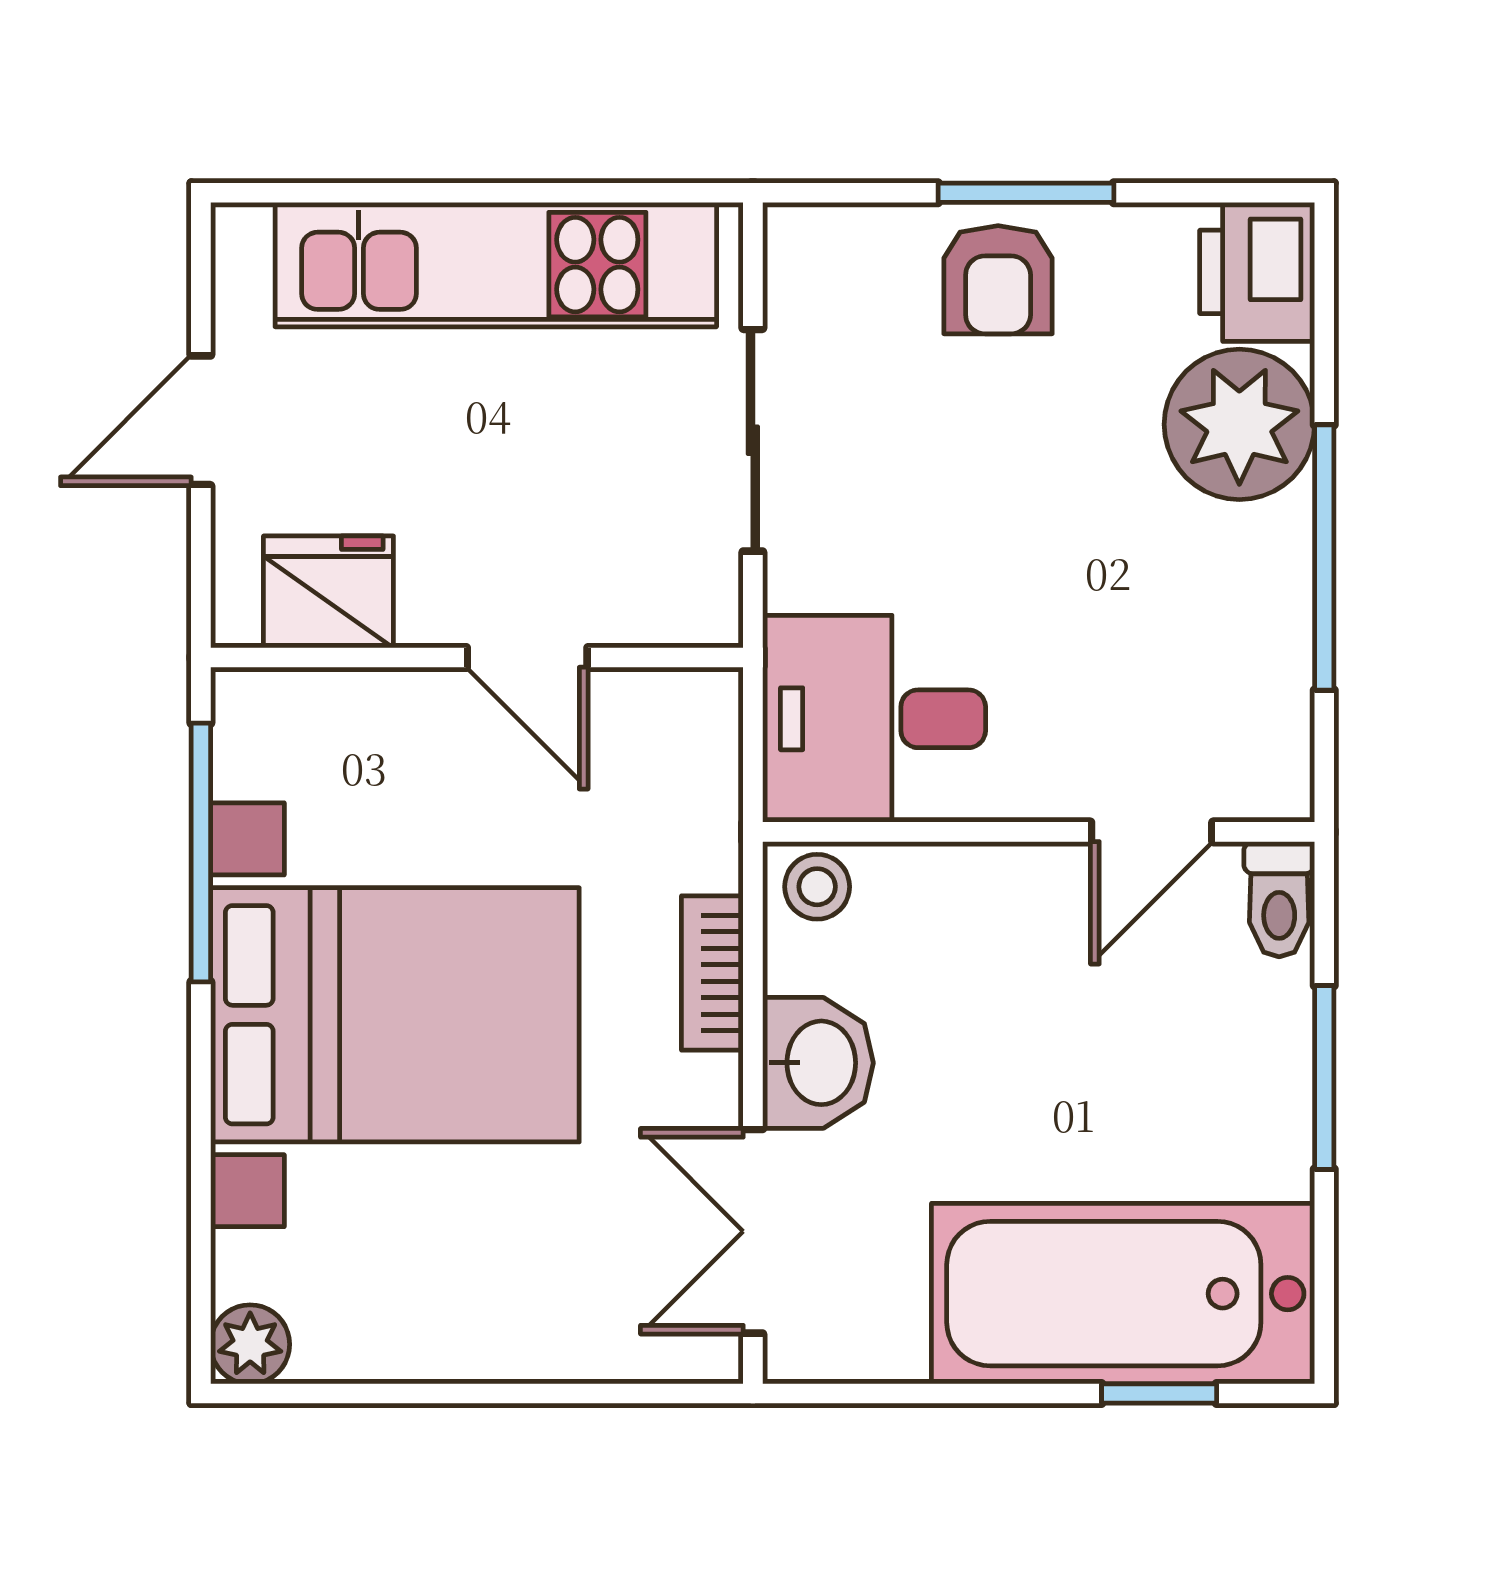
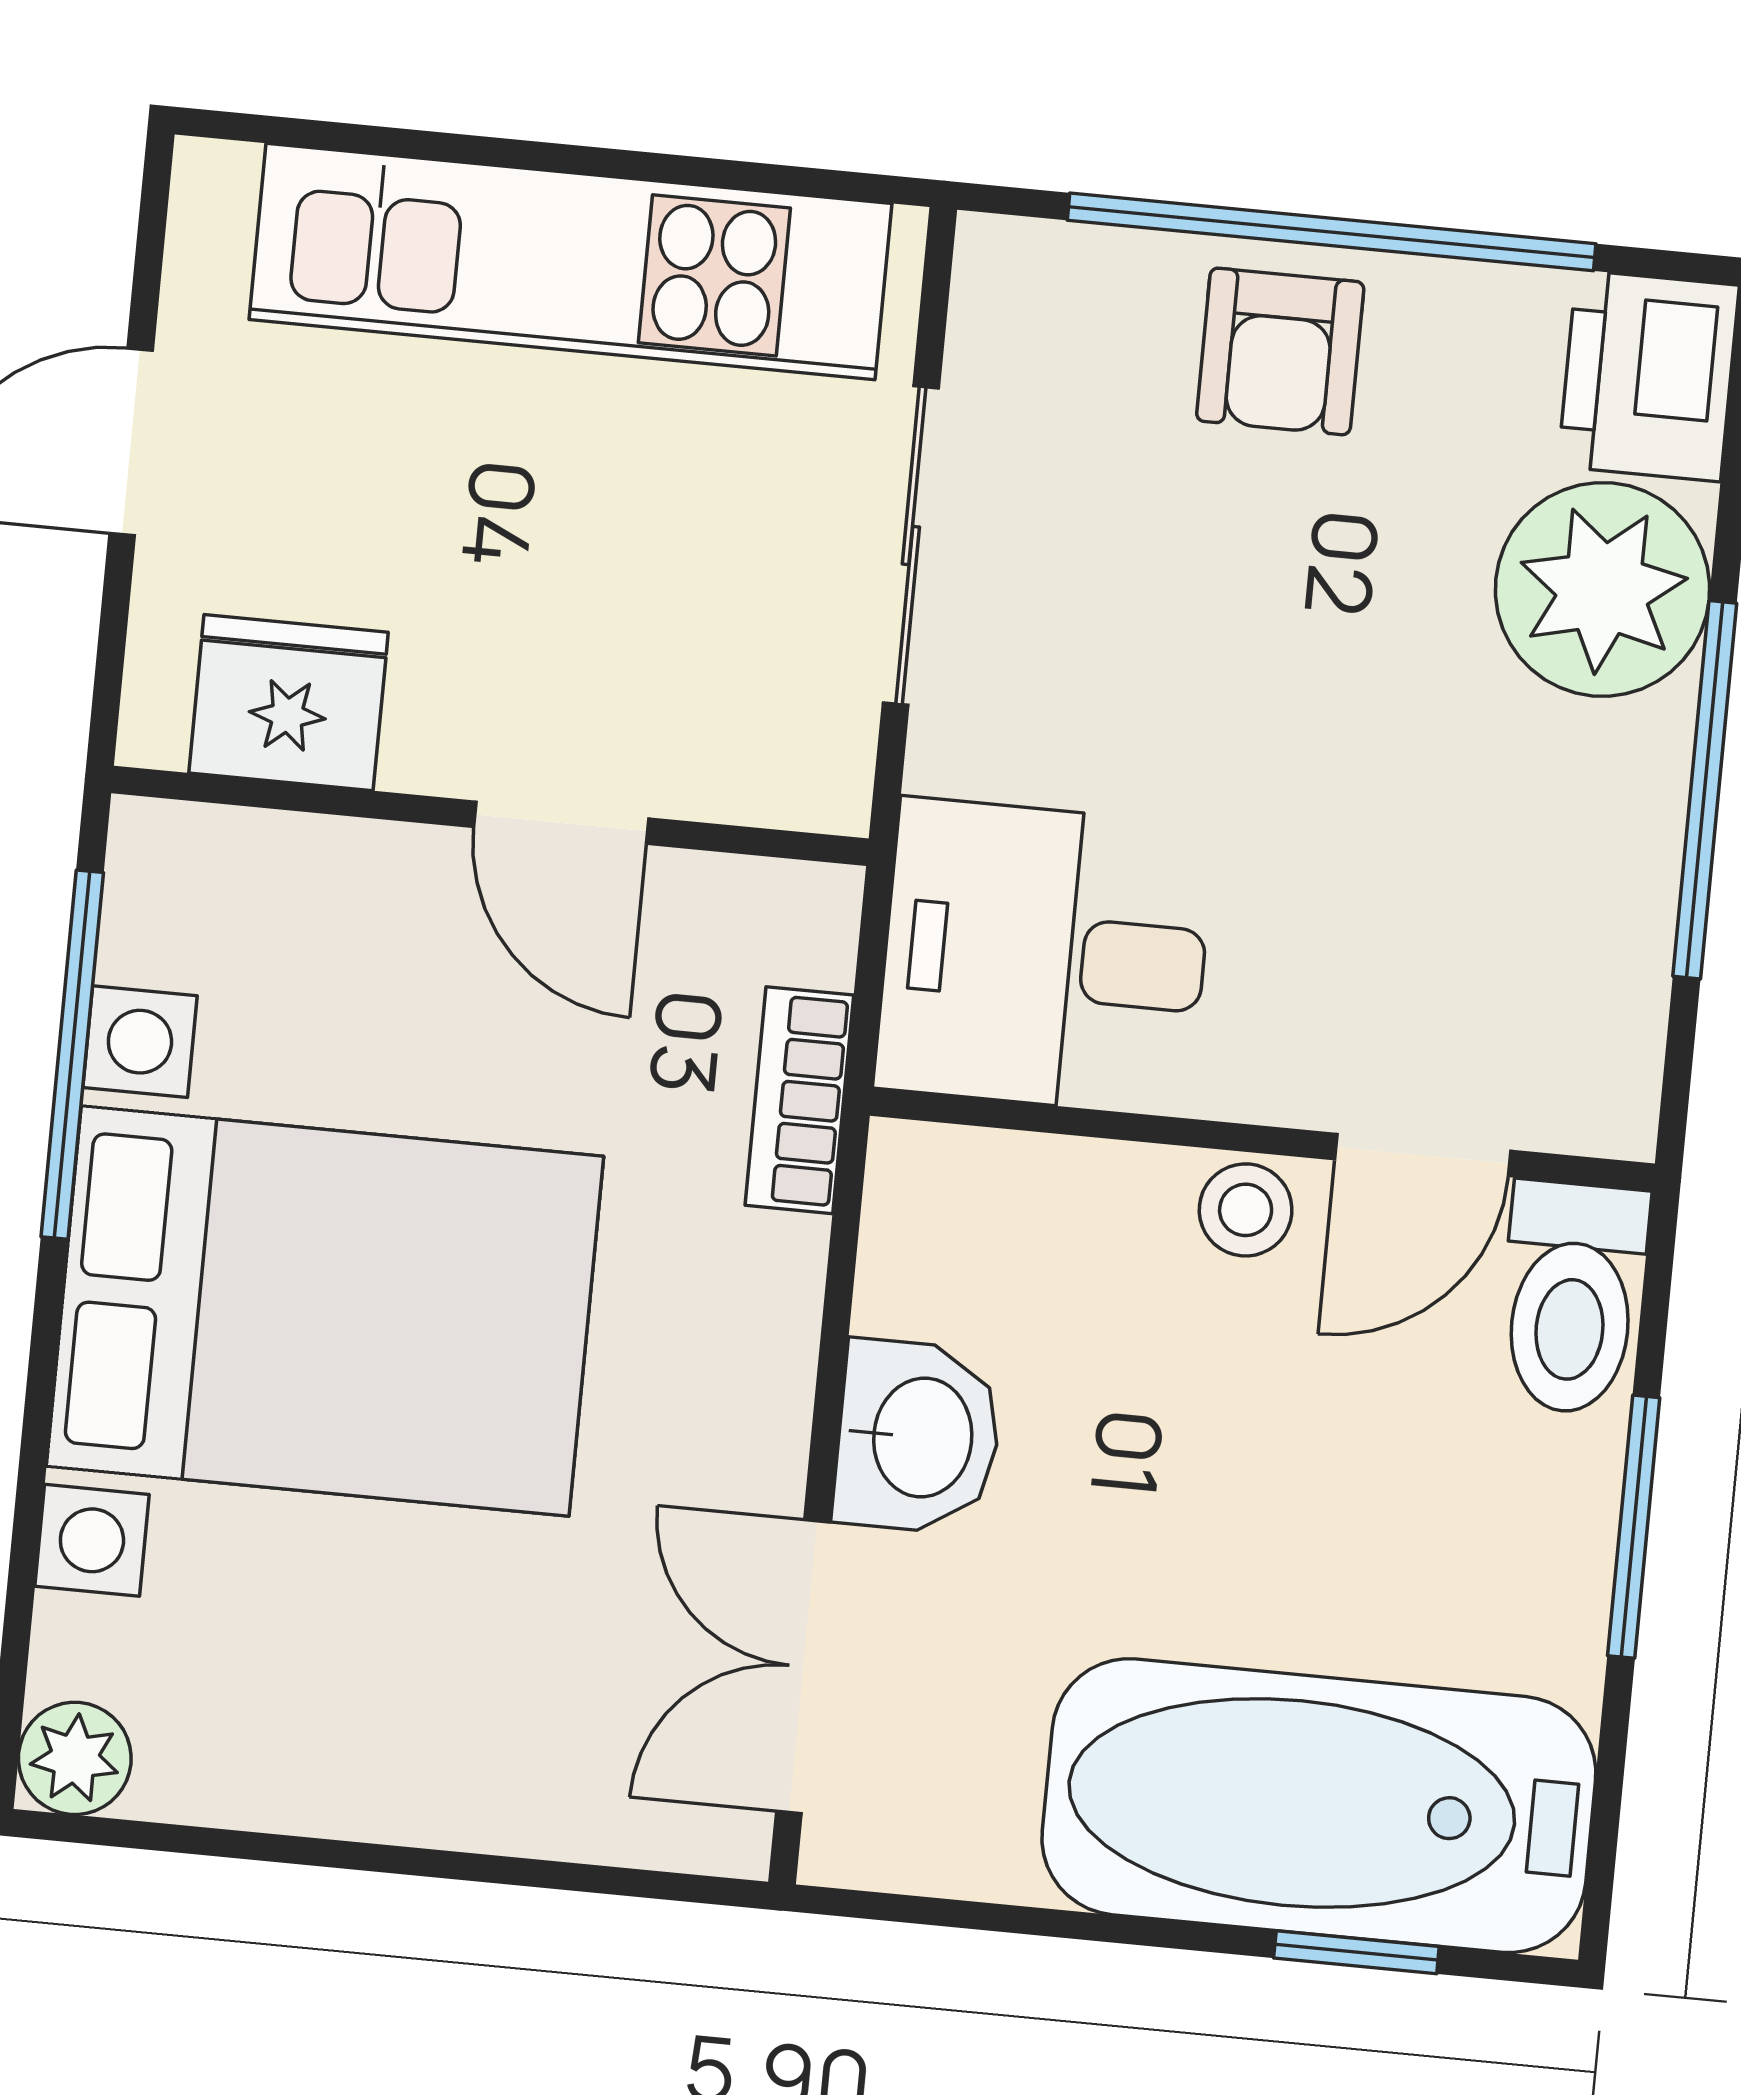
window: (1026, 193) -> (1332, 232), width x2.11
stool: (817, 887) -> (1246, 1210), moved
toilet: (1279, 899) -> (1572, 1298), width x1.37, depth x1.39
bookcase: (712, 973) -> (799, 1100), moved

